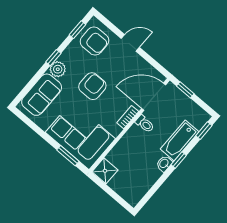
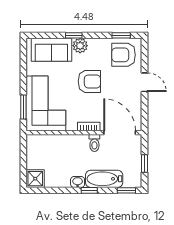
armchair: (94, 41) -> (124, 55), turned 90
window: (53, 58) -> (74, 35), moved
window: (185, 90) -> (144, 163), moved
shower: (105, 171) -> (35, 179), moved

